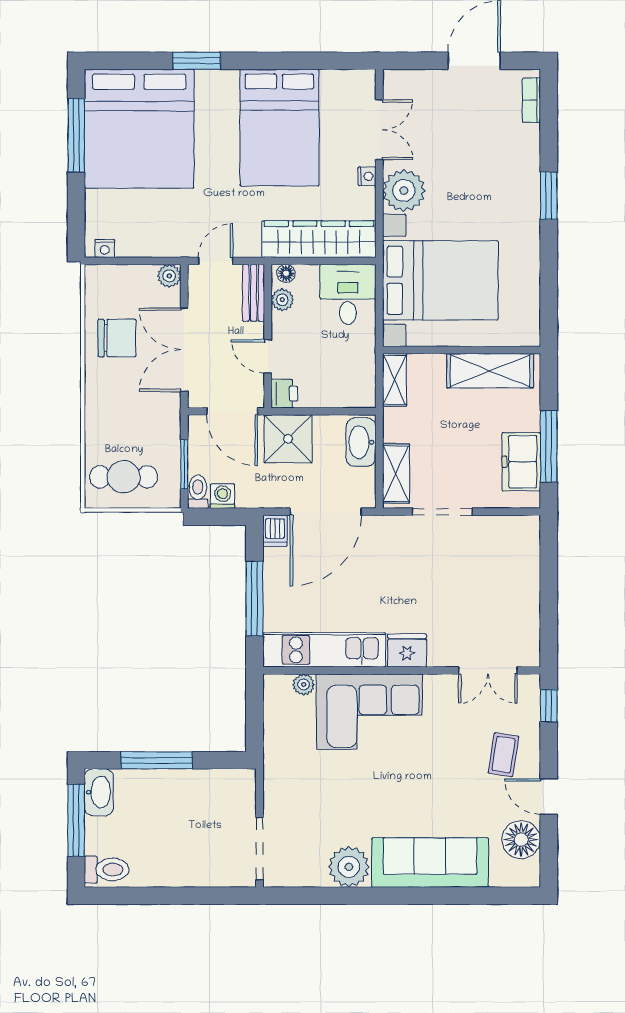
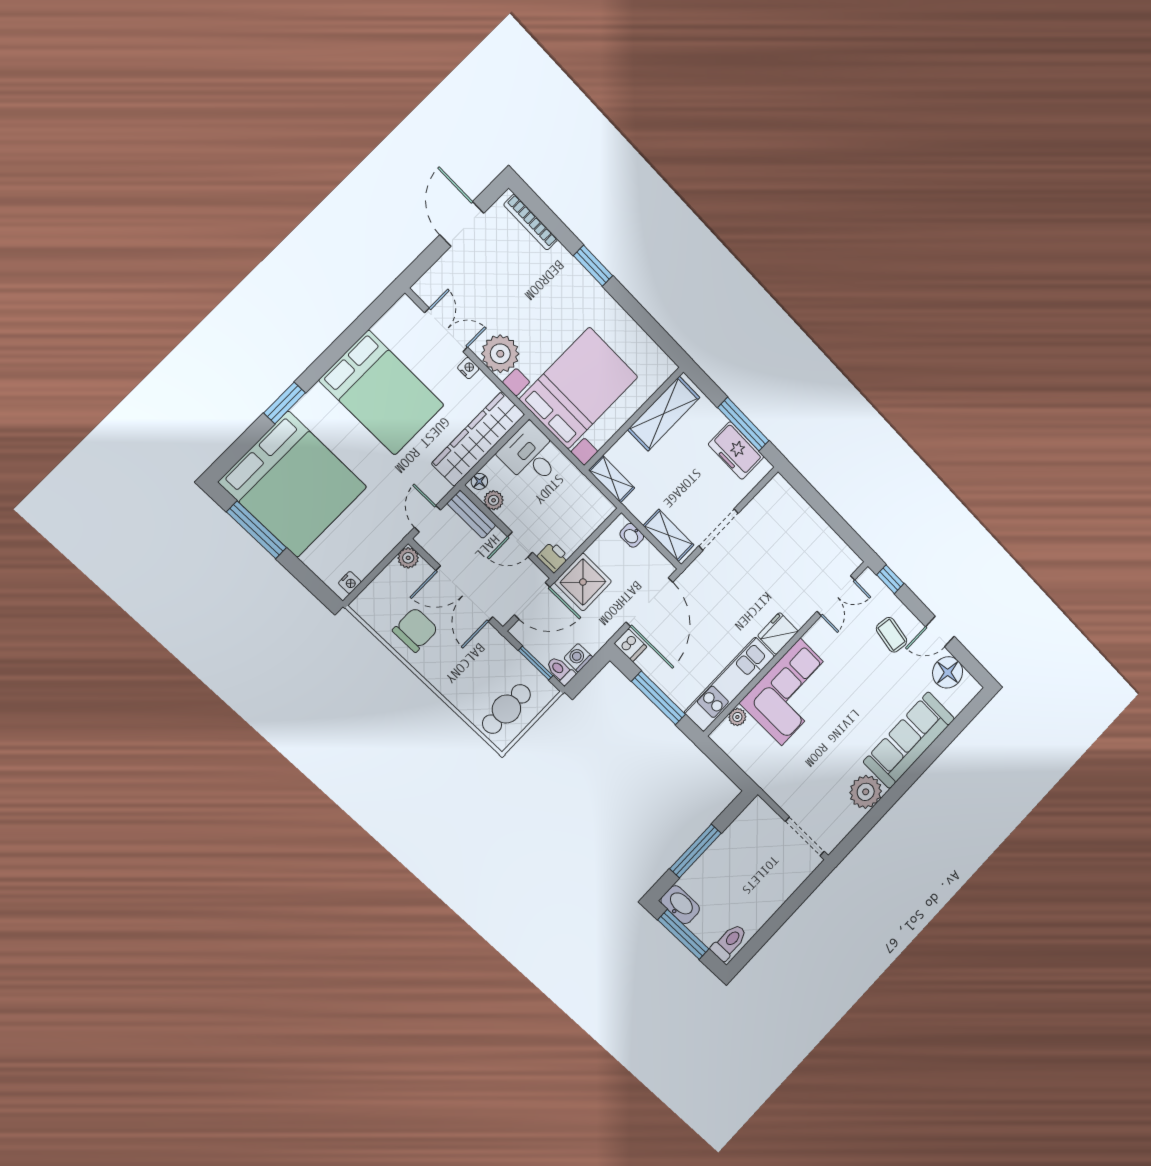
bookcase: (531, 100) -> (531, 222), width x1.56
washbasin: (361, 442) -> (632, 535), width x0.52, depth x0.69

